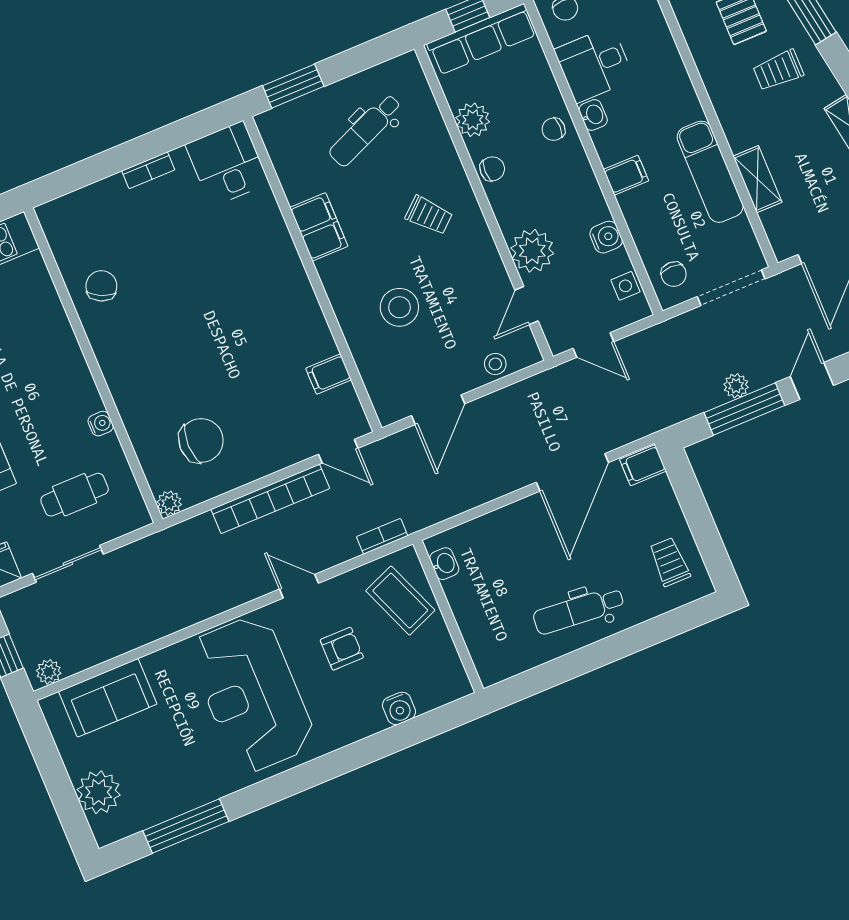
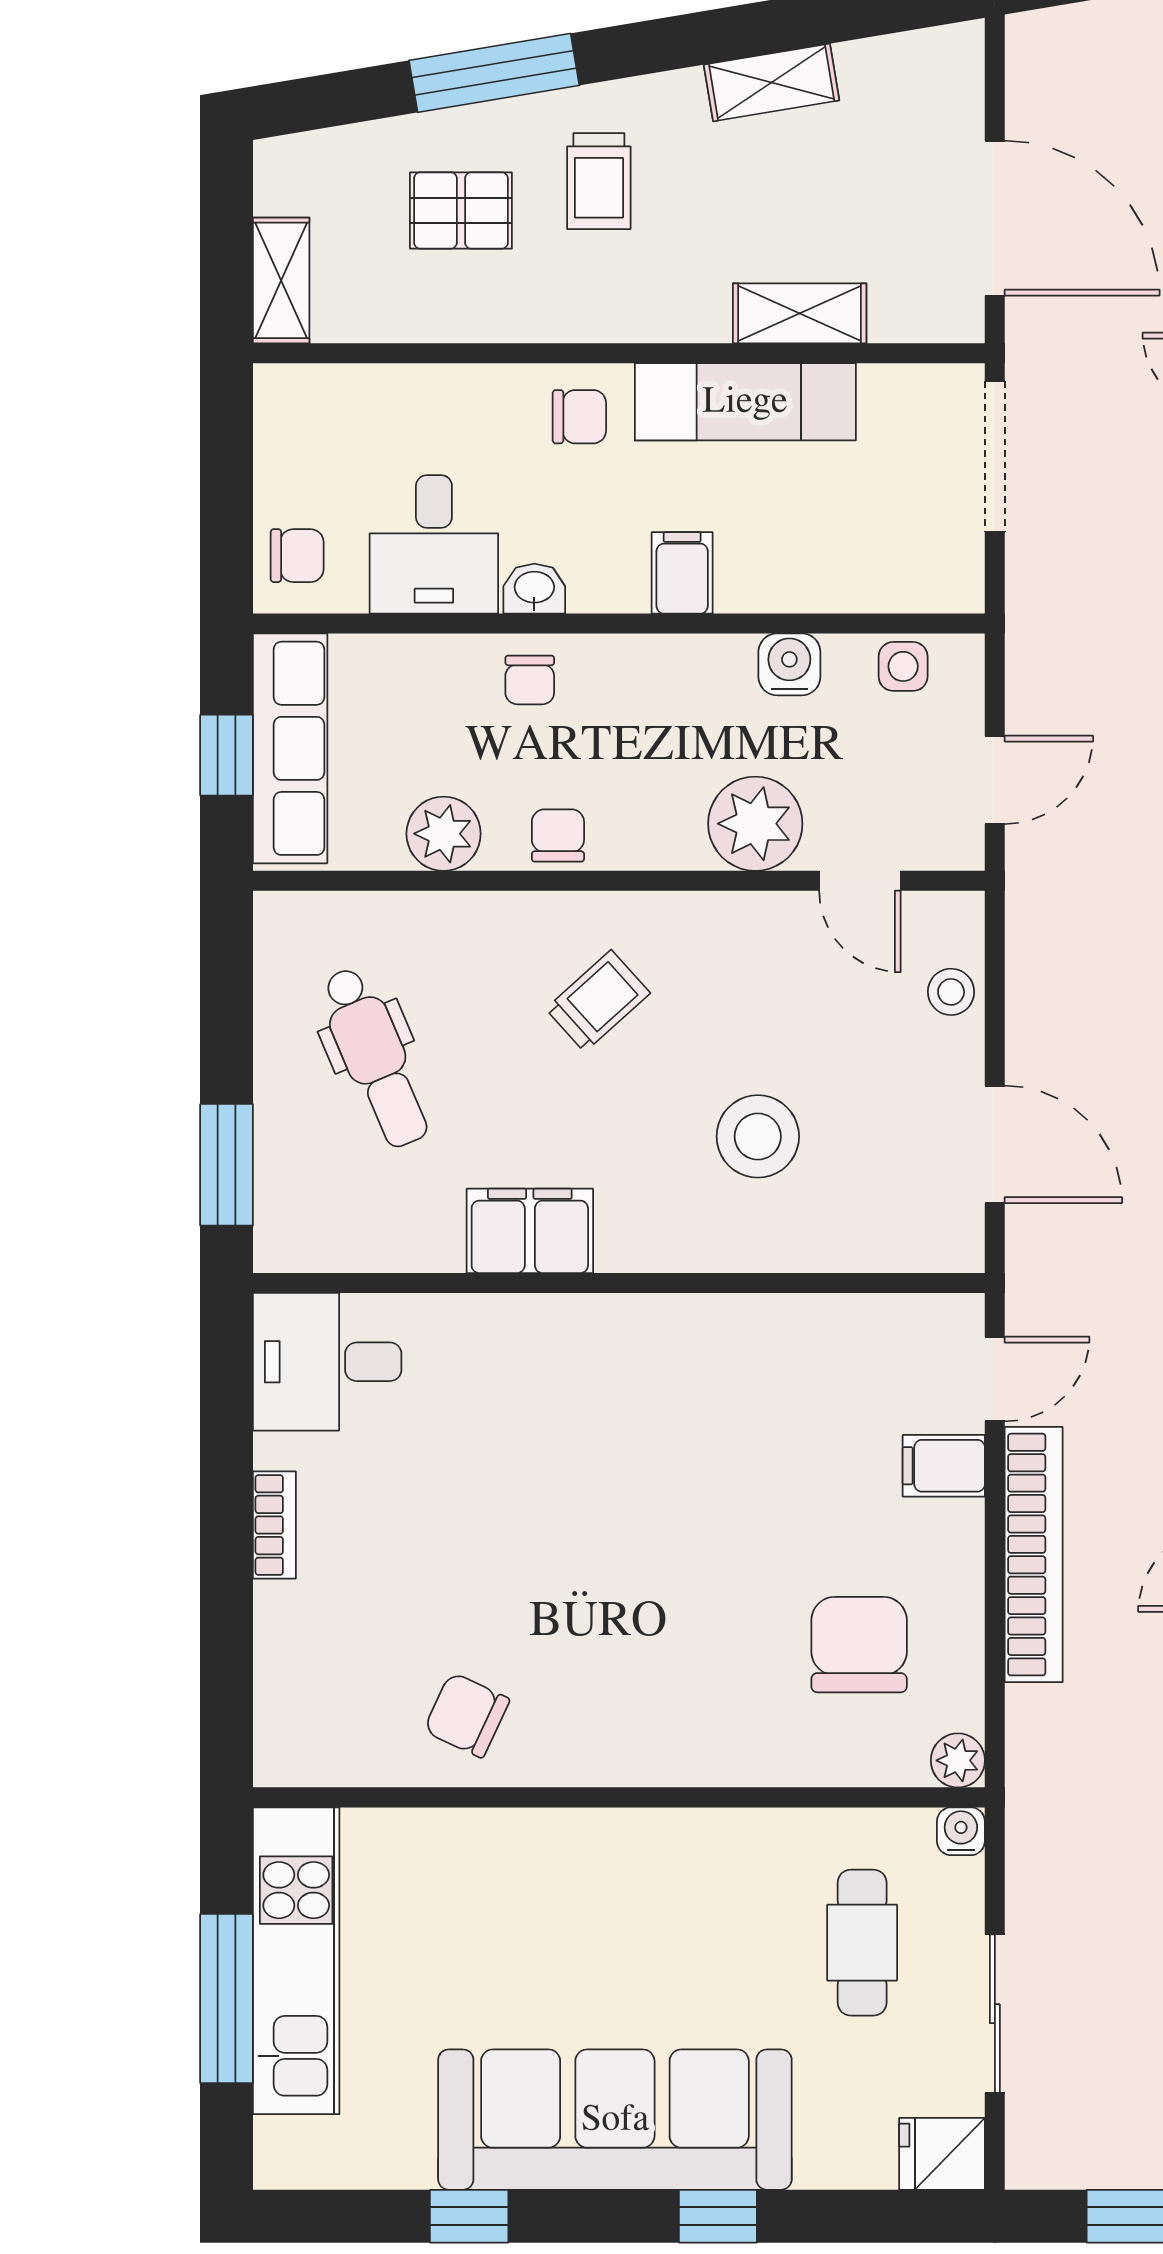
chair: (674, 274) -> (579, 417), moved
filing cabinet: (329, 374) -> (944, 1466), moved, turned 90
water cooler: (101, 424) -> (961, 1831), moved

